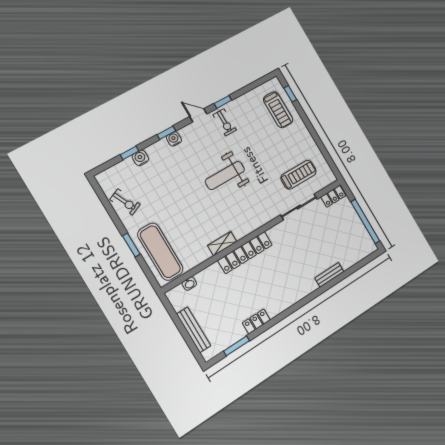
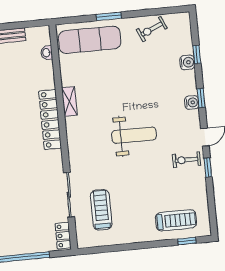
treadmill: (278, 110) -> (176, 220), turned 180
treadmill: (299, 175) -> (101, 210), turned 180
weight bench: (225, 176) -> (134, 135), turned 90

